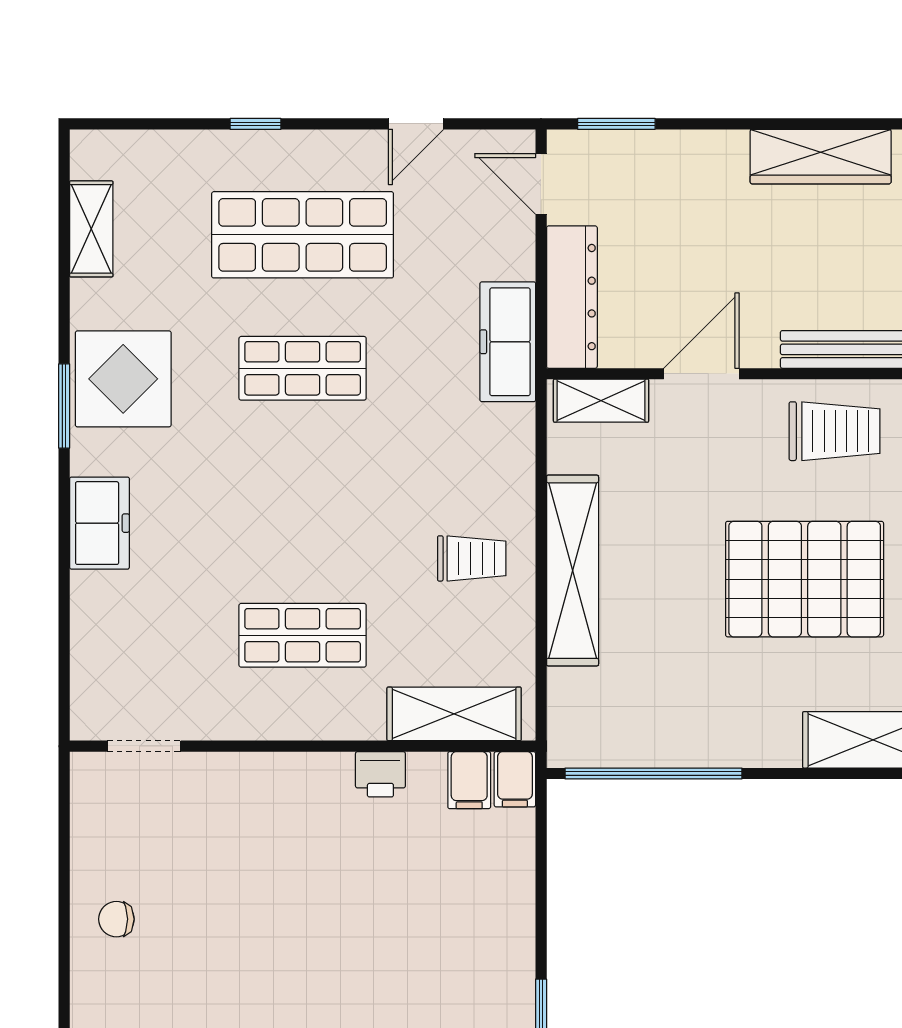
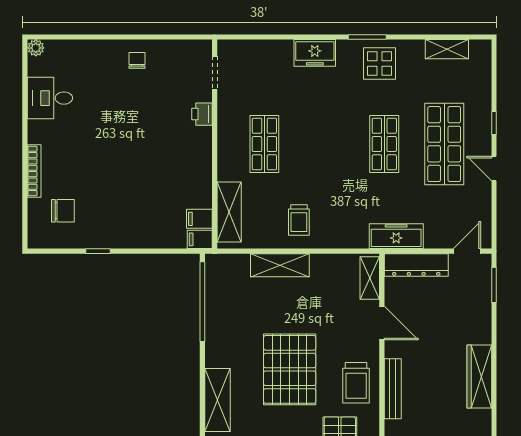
door: (416, 124) -> (494, 169), moved
display table: (123, 379) -> (380, 64), width x0.73, depth x0.73
shelving: (573, 571) -> (280, 265), width x0.68
printer: (380, 774) -> (202, 114), moved

